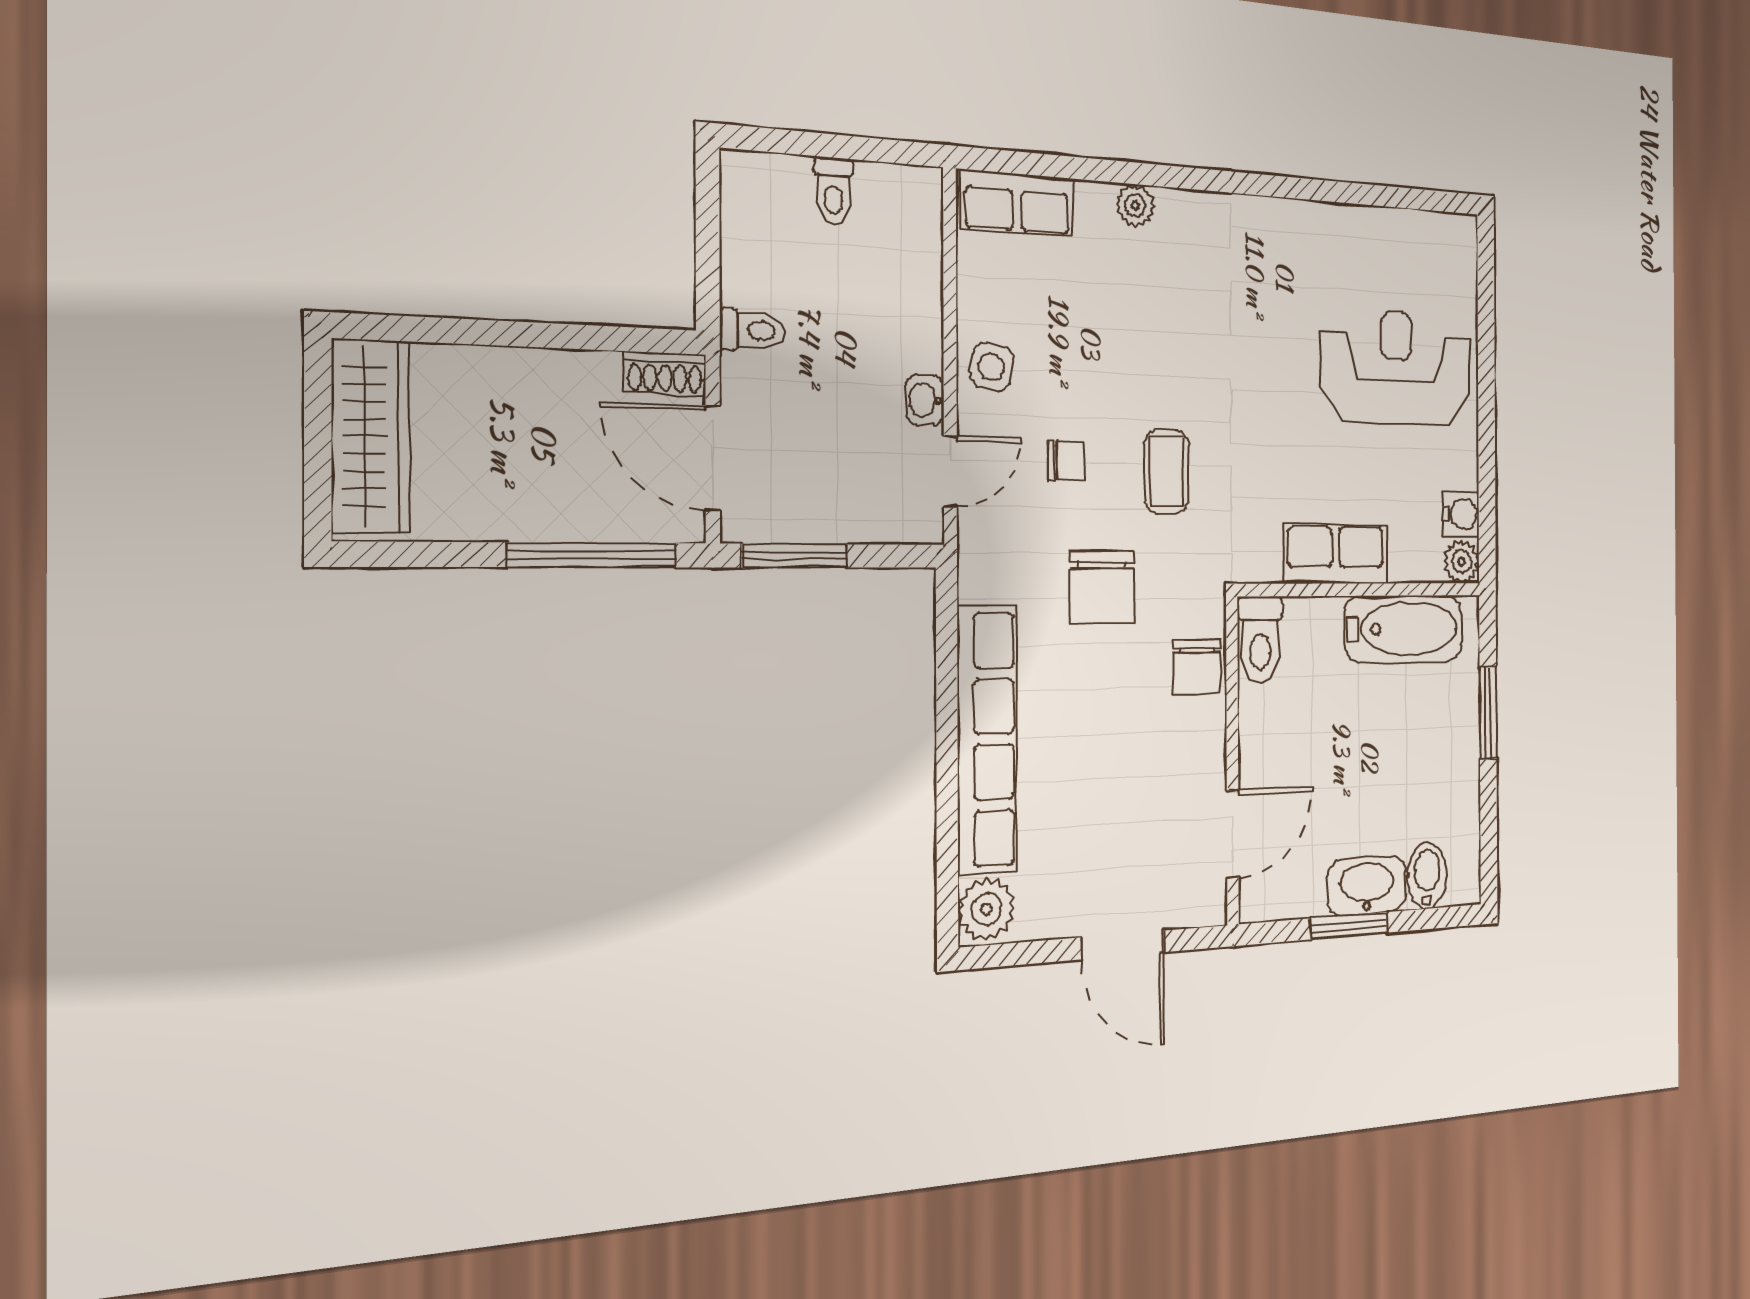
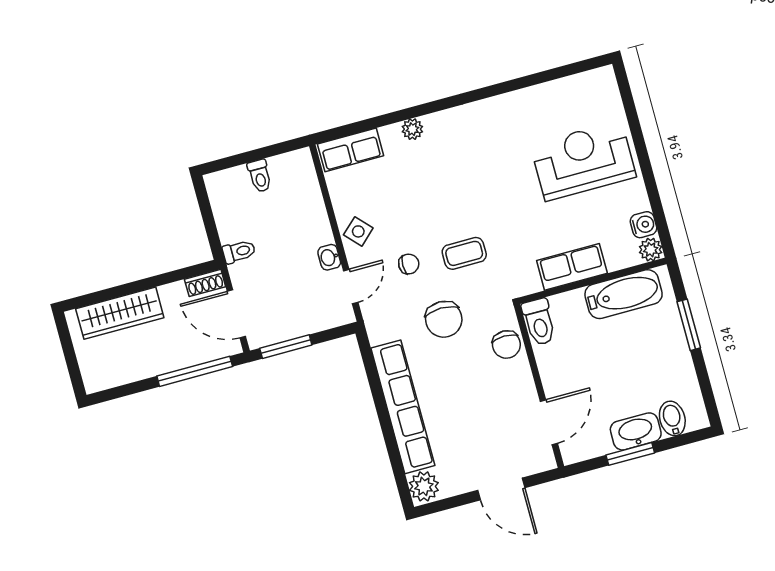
side table: (991, 367) -> (358, 231), turned 37
wardrobe: (371, 436) -> (120, 313), moved, turned 90
coffee table: (1167, 472) -> (464, 253), turned 90

